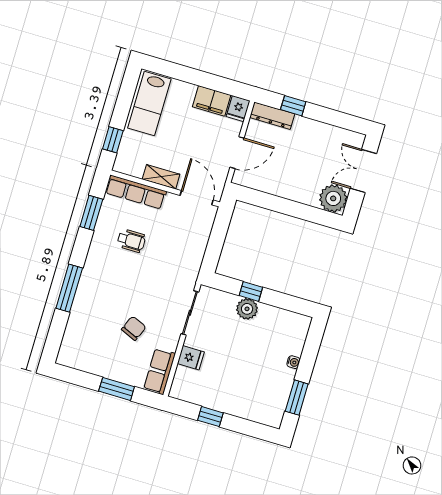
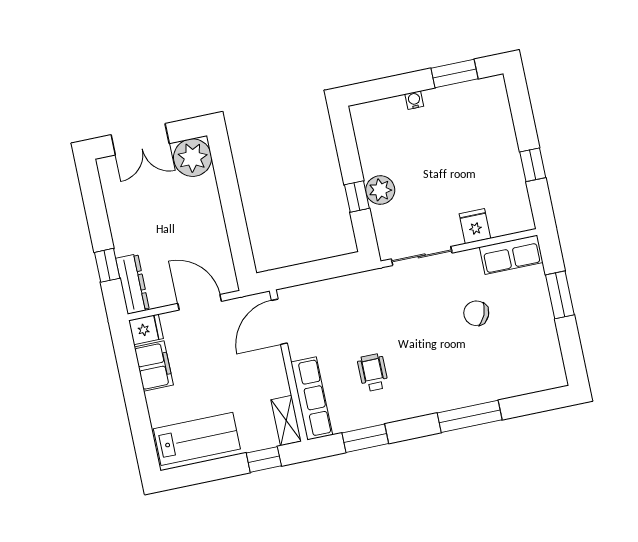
shelving: (161, 177) -> (286, 421), moved

